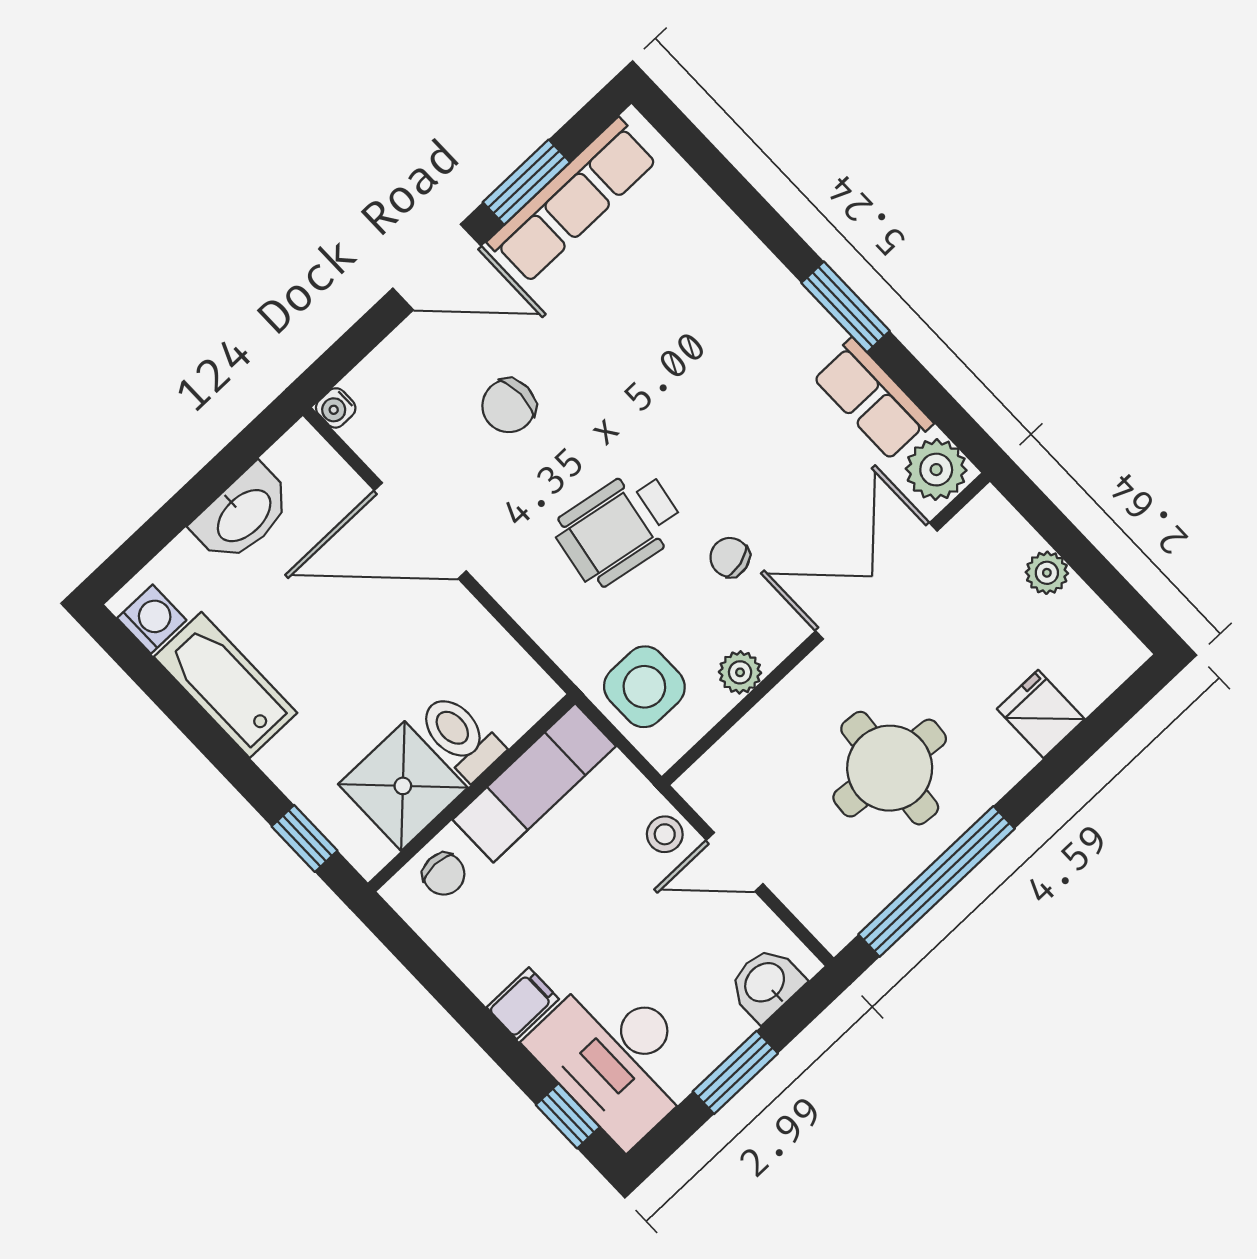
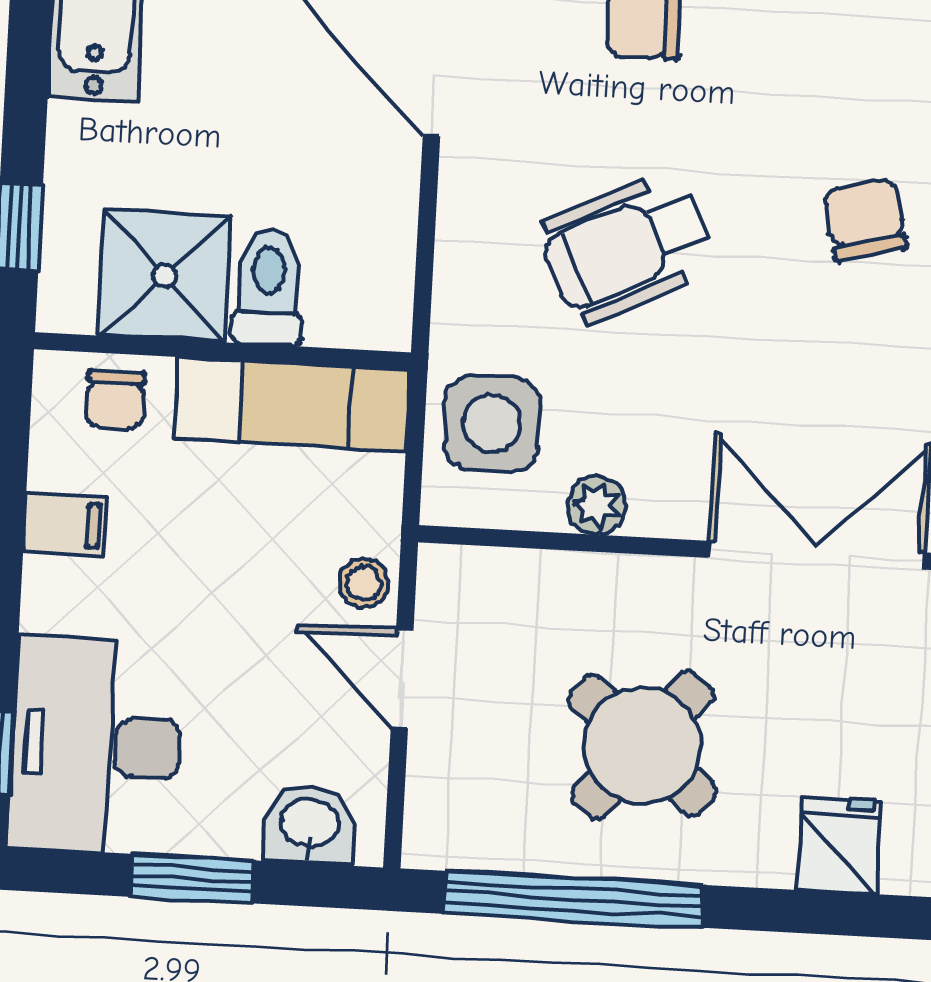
wheelchair: (619, 528) -> (627, 247), turned -36
chair: (730, 557) -> (865, 220), moved, width x1.37, depth x1.37
round table: (890, 768) -> (642, 745), turned 35
filing cabinet: (523, 1003) -> (65, 524), moved

